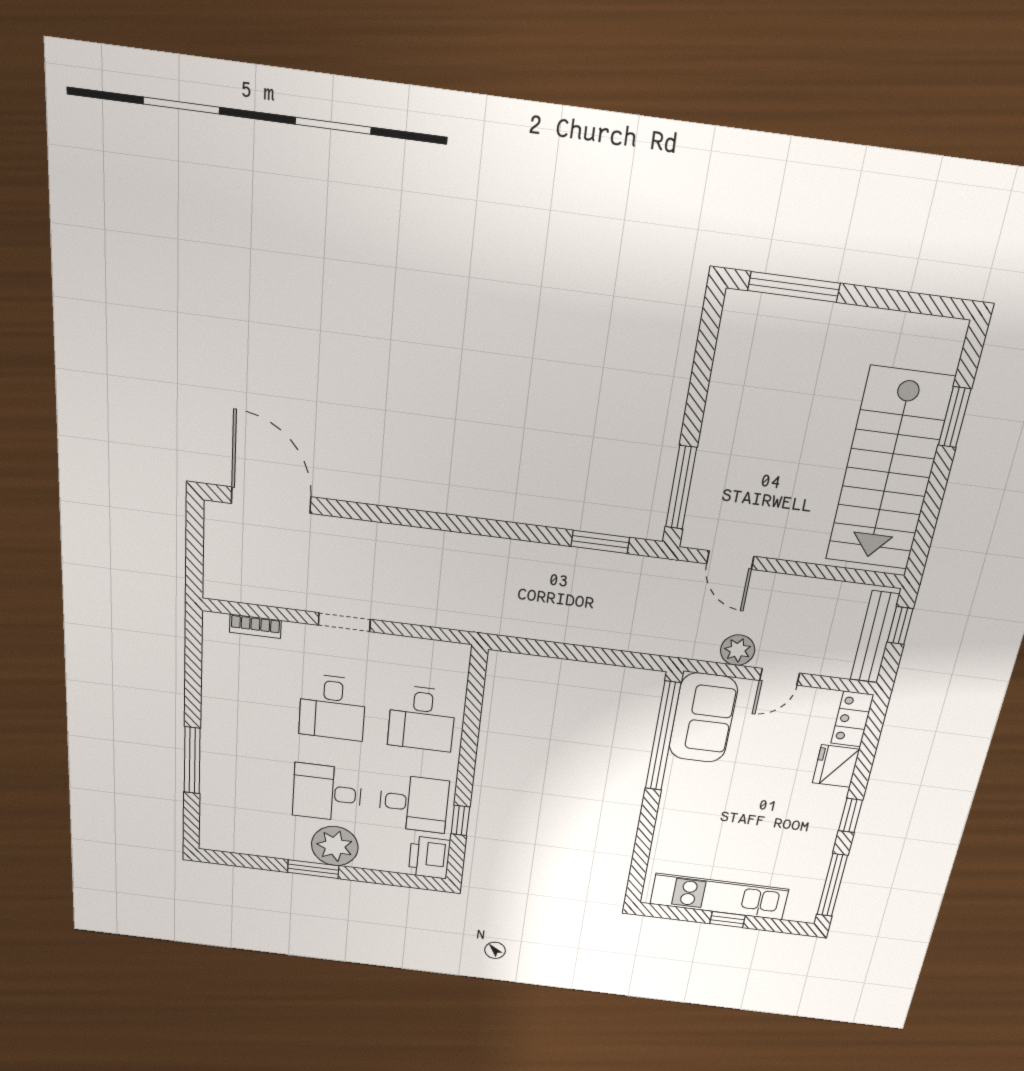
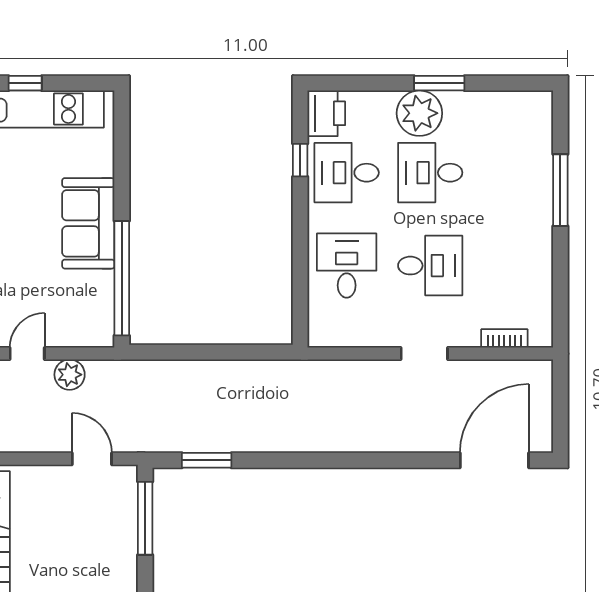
door: (271, 500) -> (494, 460), swing flipped
desk: (332, 707) -> (430, 266), turned 90
sofa: (703, 718) -> (88, 223), moved
desk: (327, 793) -> (430, 173), turned 180

